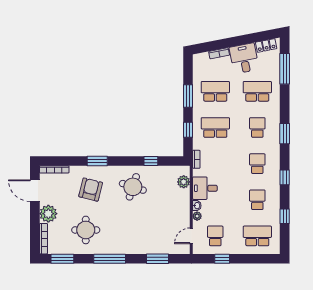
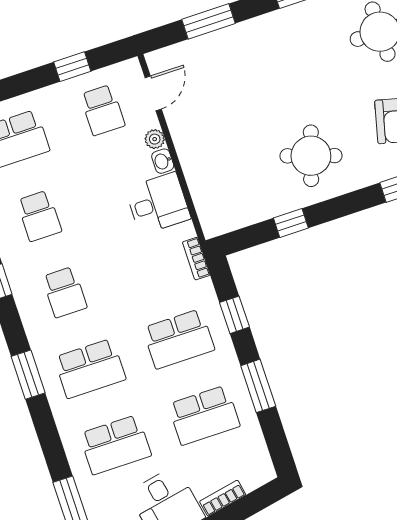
school desk: (257, 127) -> (90, 368), width x1.85
plant: (184, 182) -> (207, 202), removed

